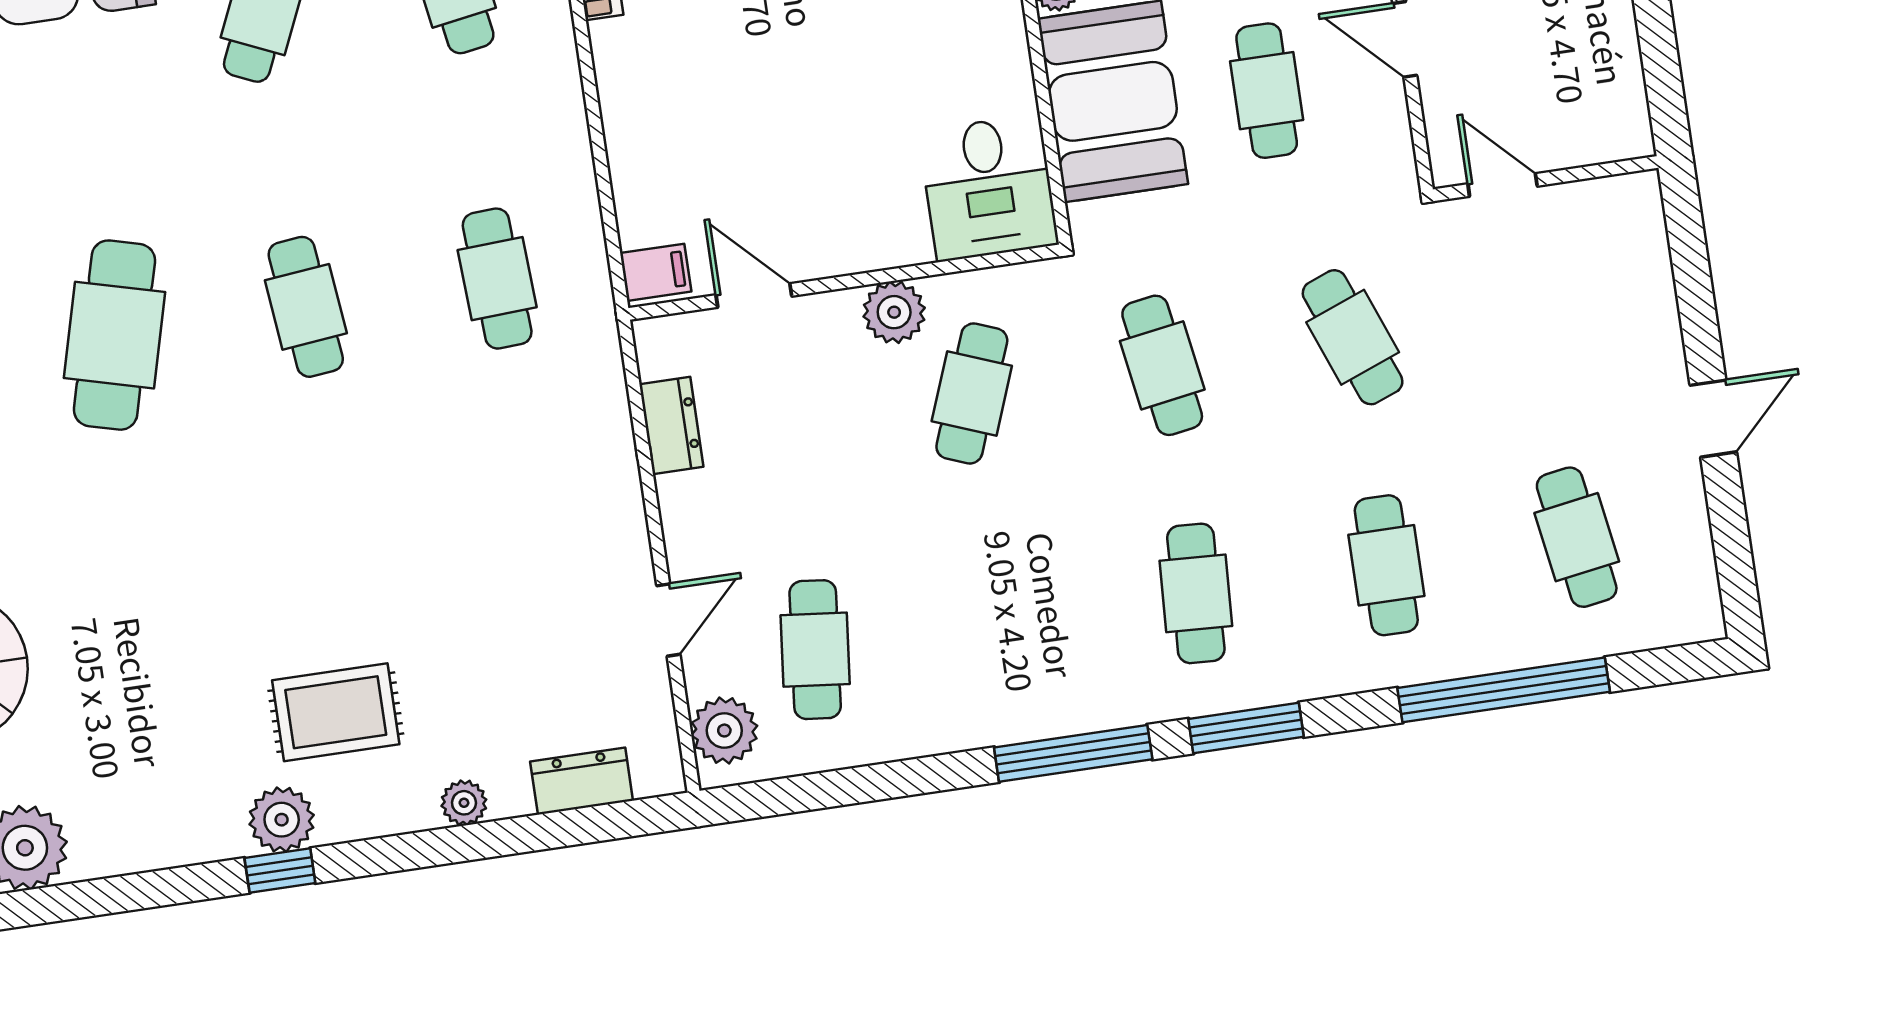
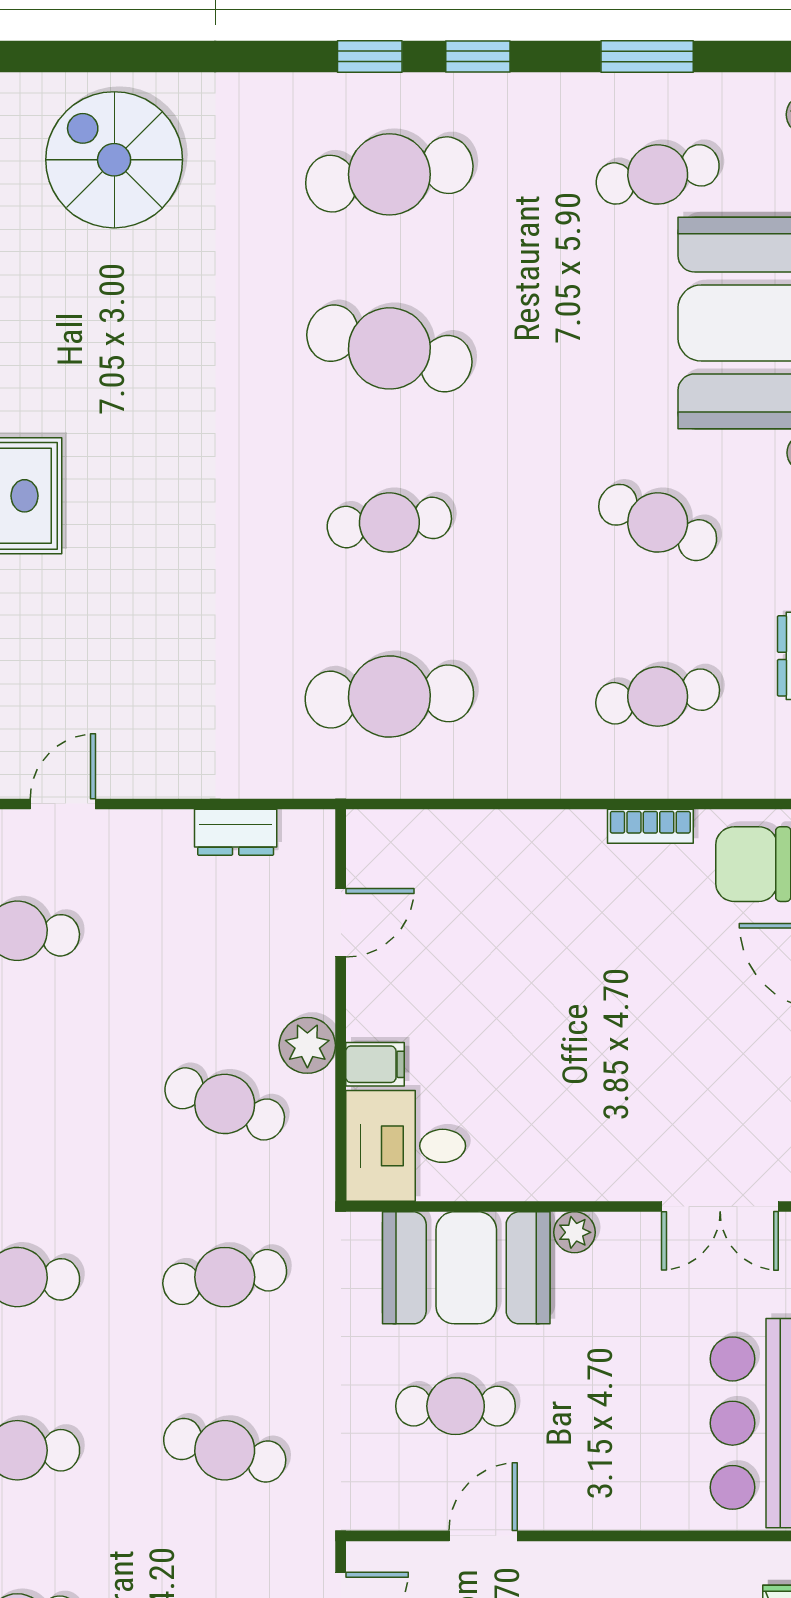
filing cabinet: (656, 272) -> (375, 1064), moved, turned -90
cafe table: (497, 279) -> (389, 696), width x1.37, depth x1.35
cafe table: (1353, 337) -> (225, 1450), turned 36
door: (668, 620) -> (63, 804), swing flipped

